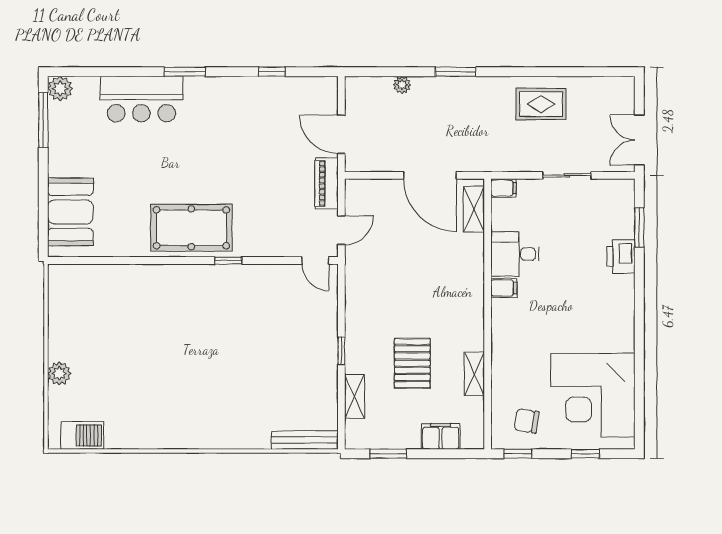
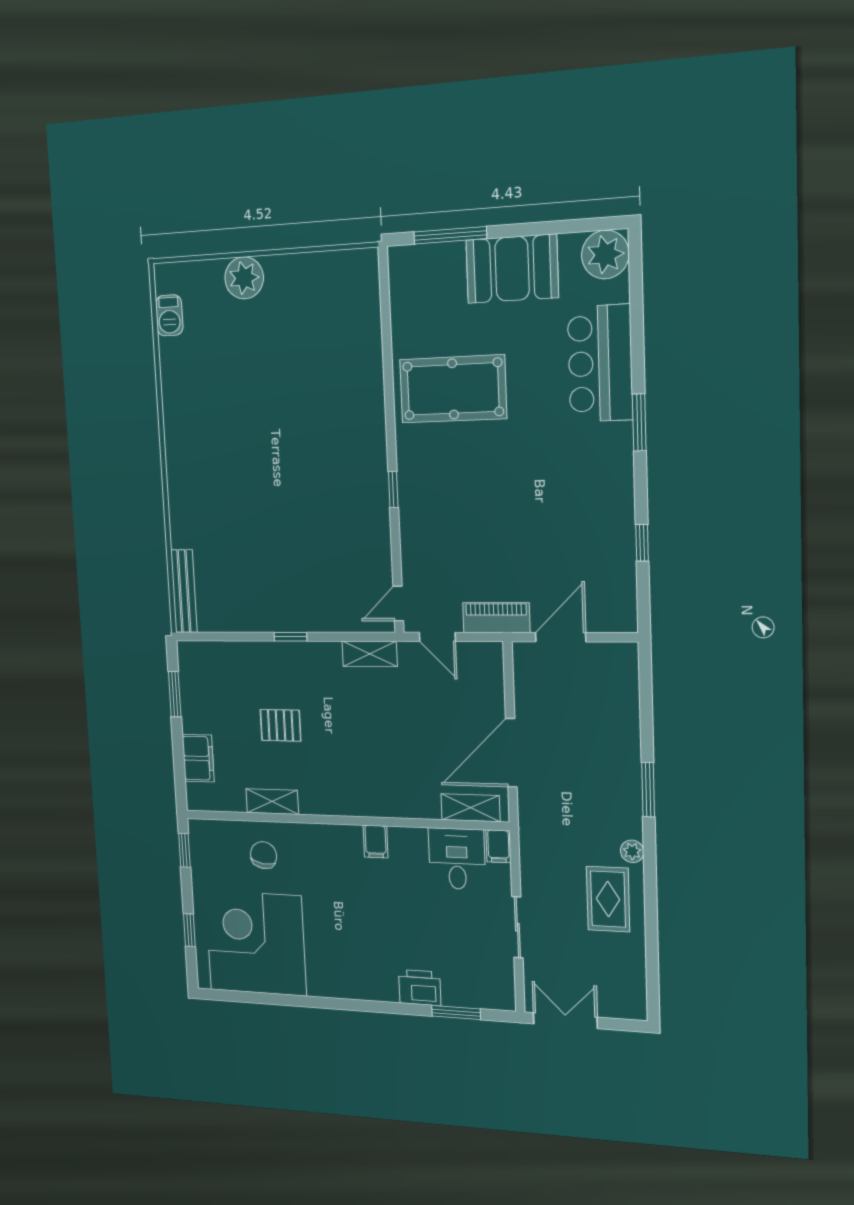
plant: (402, 85) -> (632, 851), moved
plant: (60, 89) -> (605, 254), width x1.36, depth x1.36
window: (43, 120) -> (450, 235), moved
booth: (70, 212) -> (512, 269), moved
pool table: (191, 228) -> (453, 389), moved, turned 90
desk: (515, 254) -> (457, 859), moved
pallet: (412, 363) -> (280, 725), width x0.67, depth x0.71
plant: (59, 373) -> (244, 278), width x1.36, depth x1.36
shelving: (355, 396) -> (370, 654), moved
chair: (527, 421) -> (264, 855), moved
barbecue: (82, 435) -> (169, 315), width x0.73, depth x0.79

